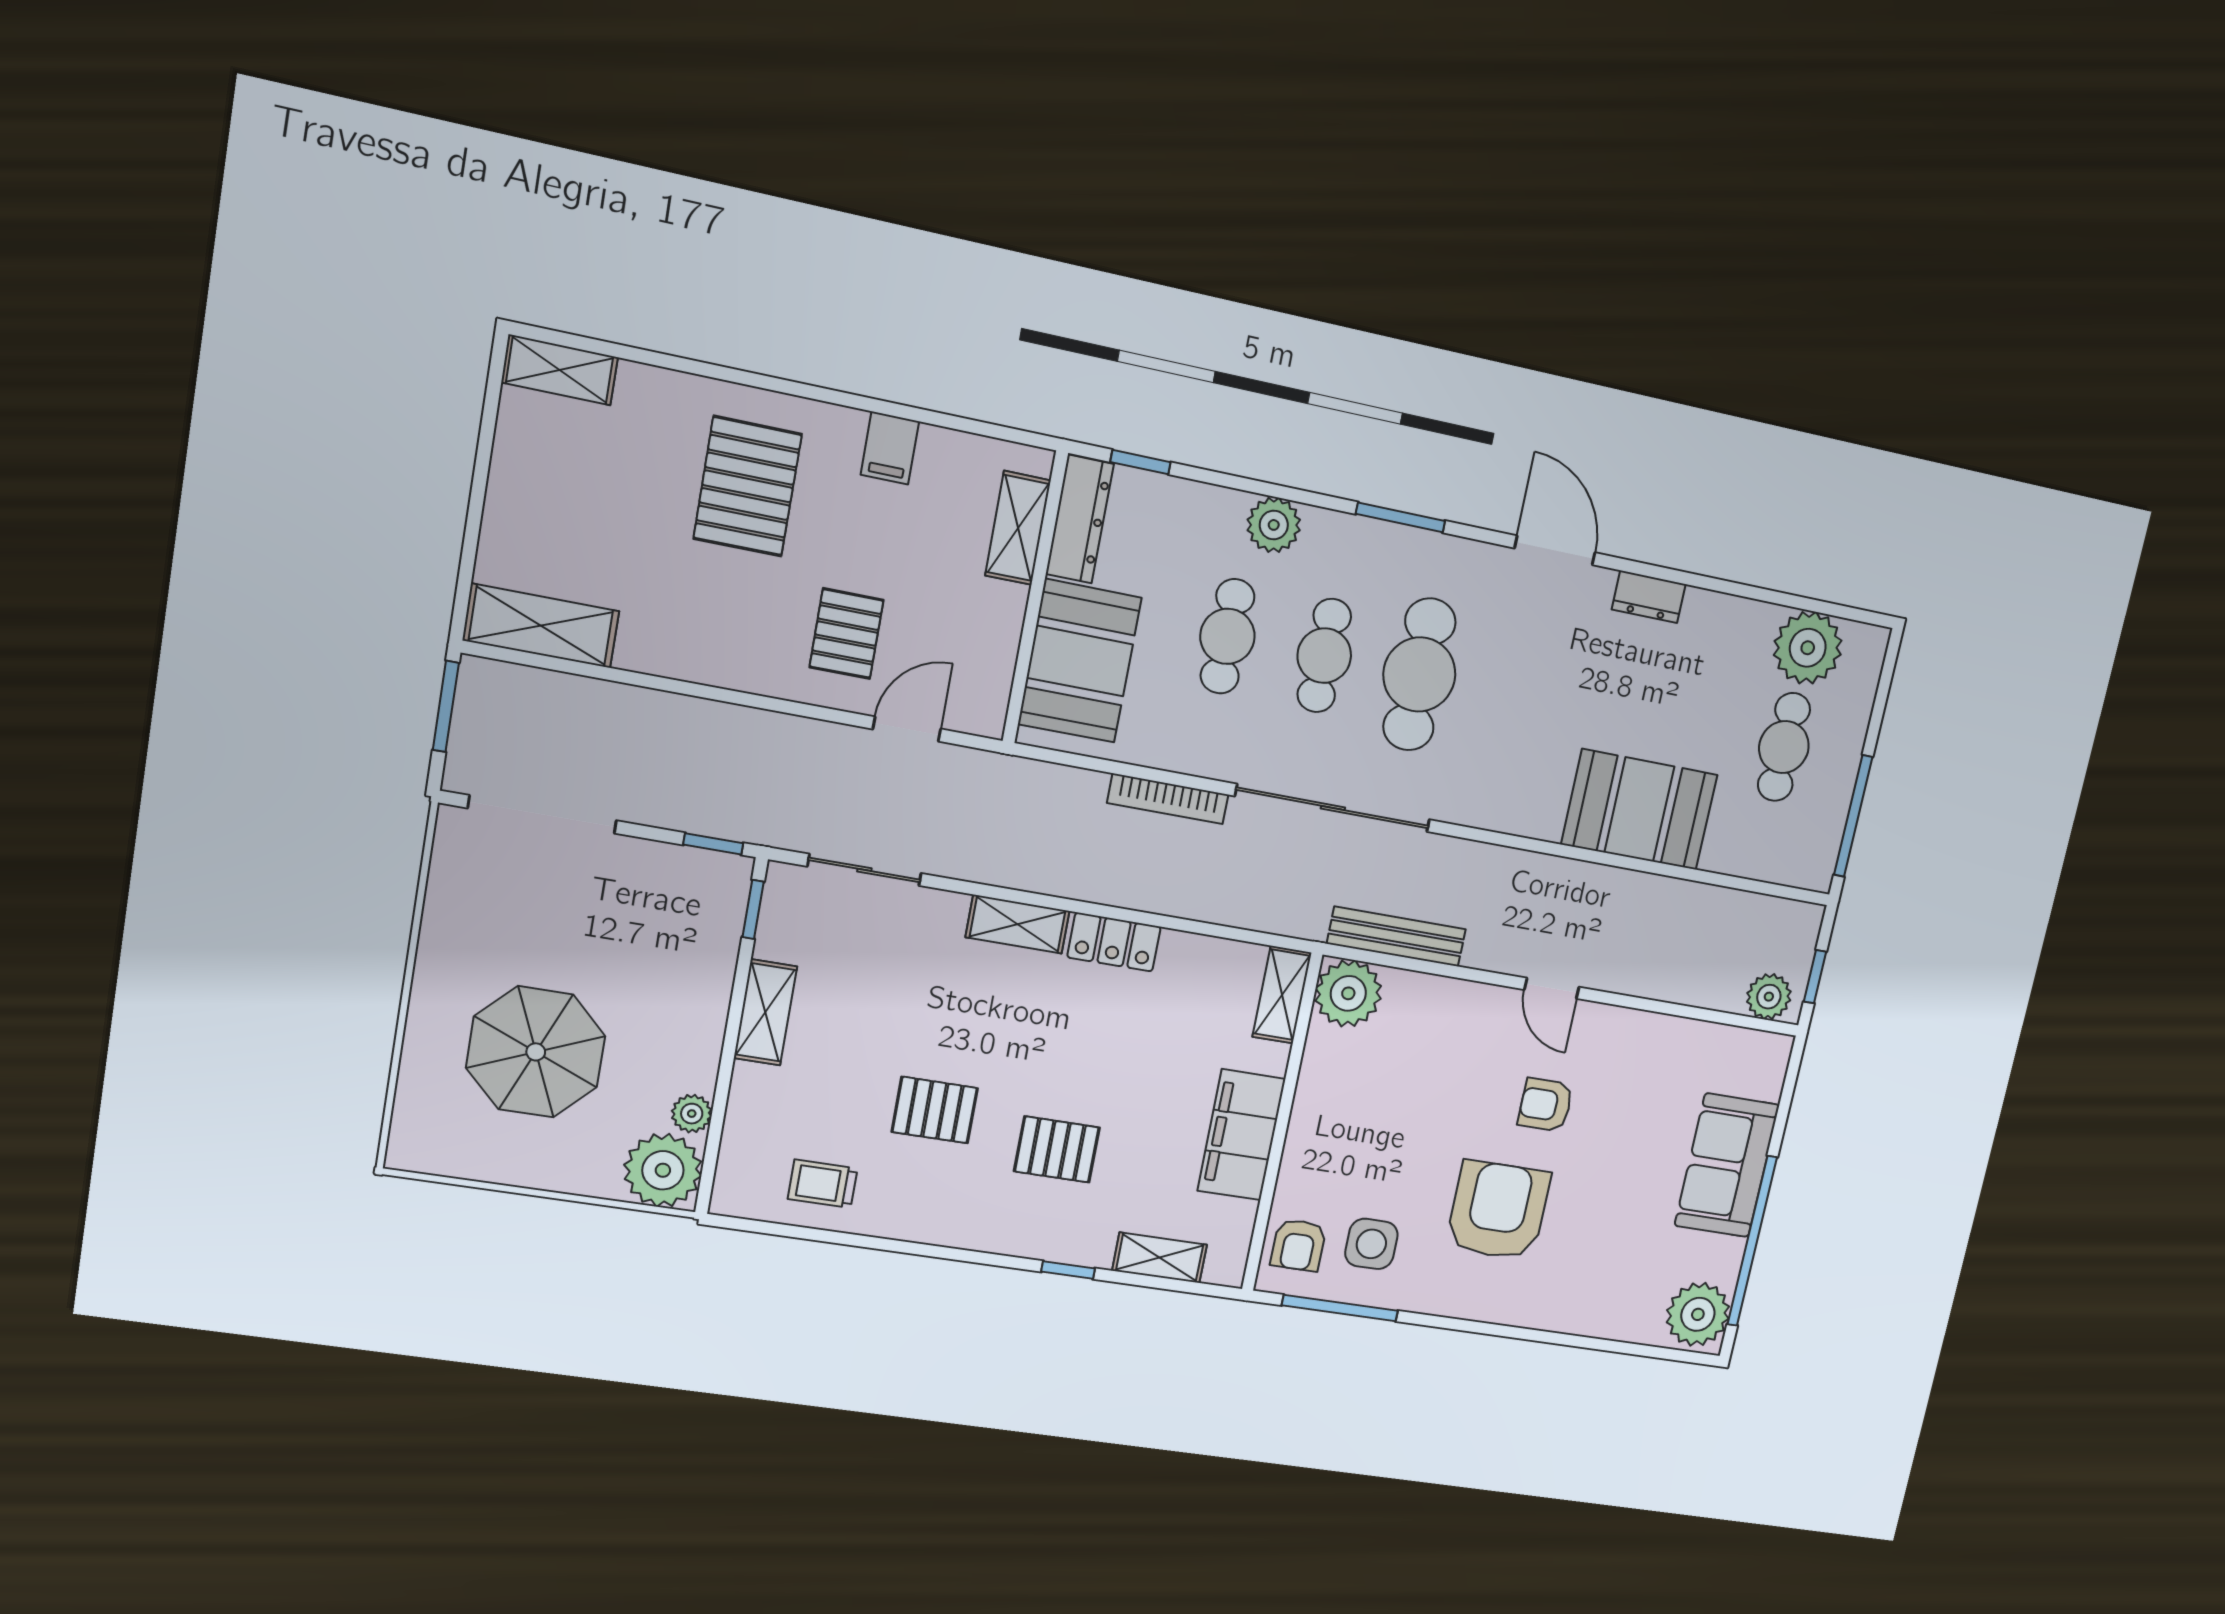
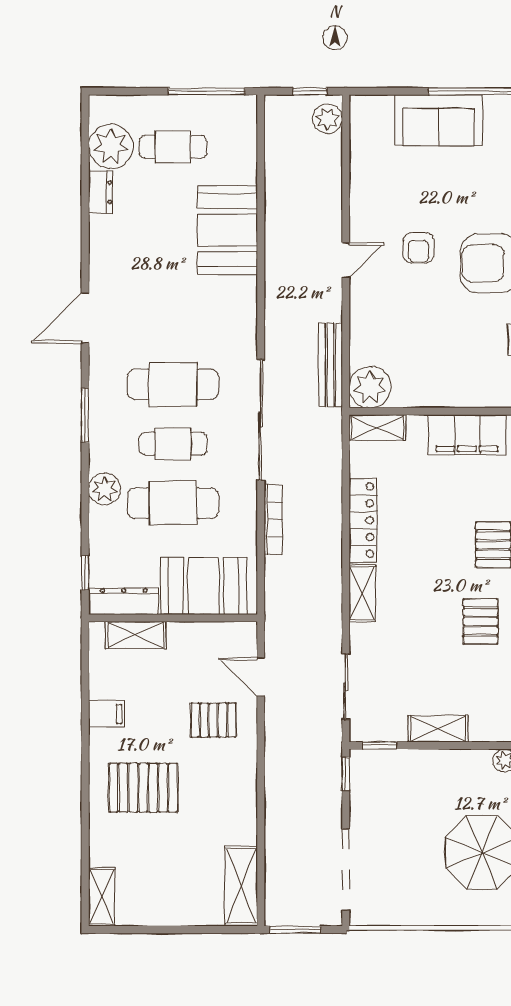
dresser: (1649, 597) -> (100, 192), moved
cafe table: (1227, 636) -> (173, 503), width x1.37, depth x1.35
locker: (1114, 942) -> (363, 520), width x1.53

